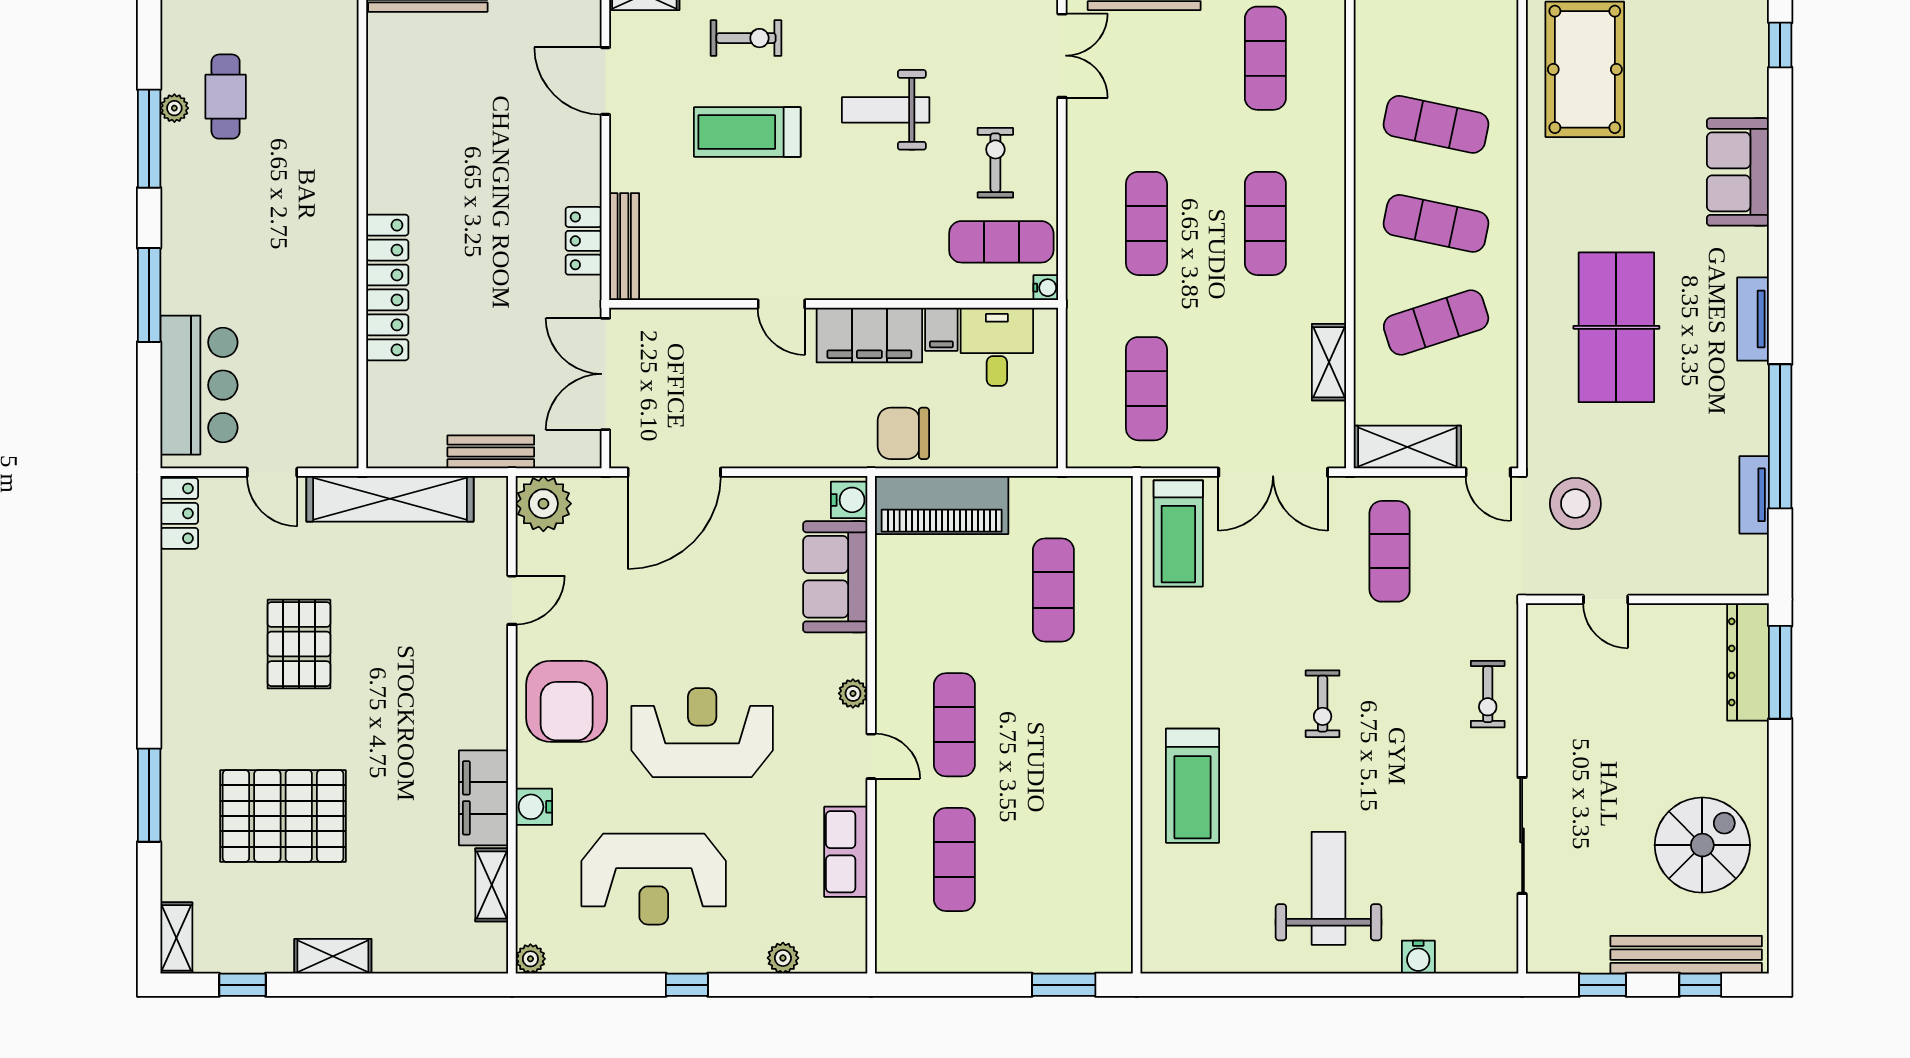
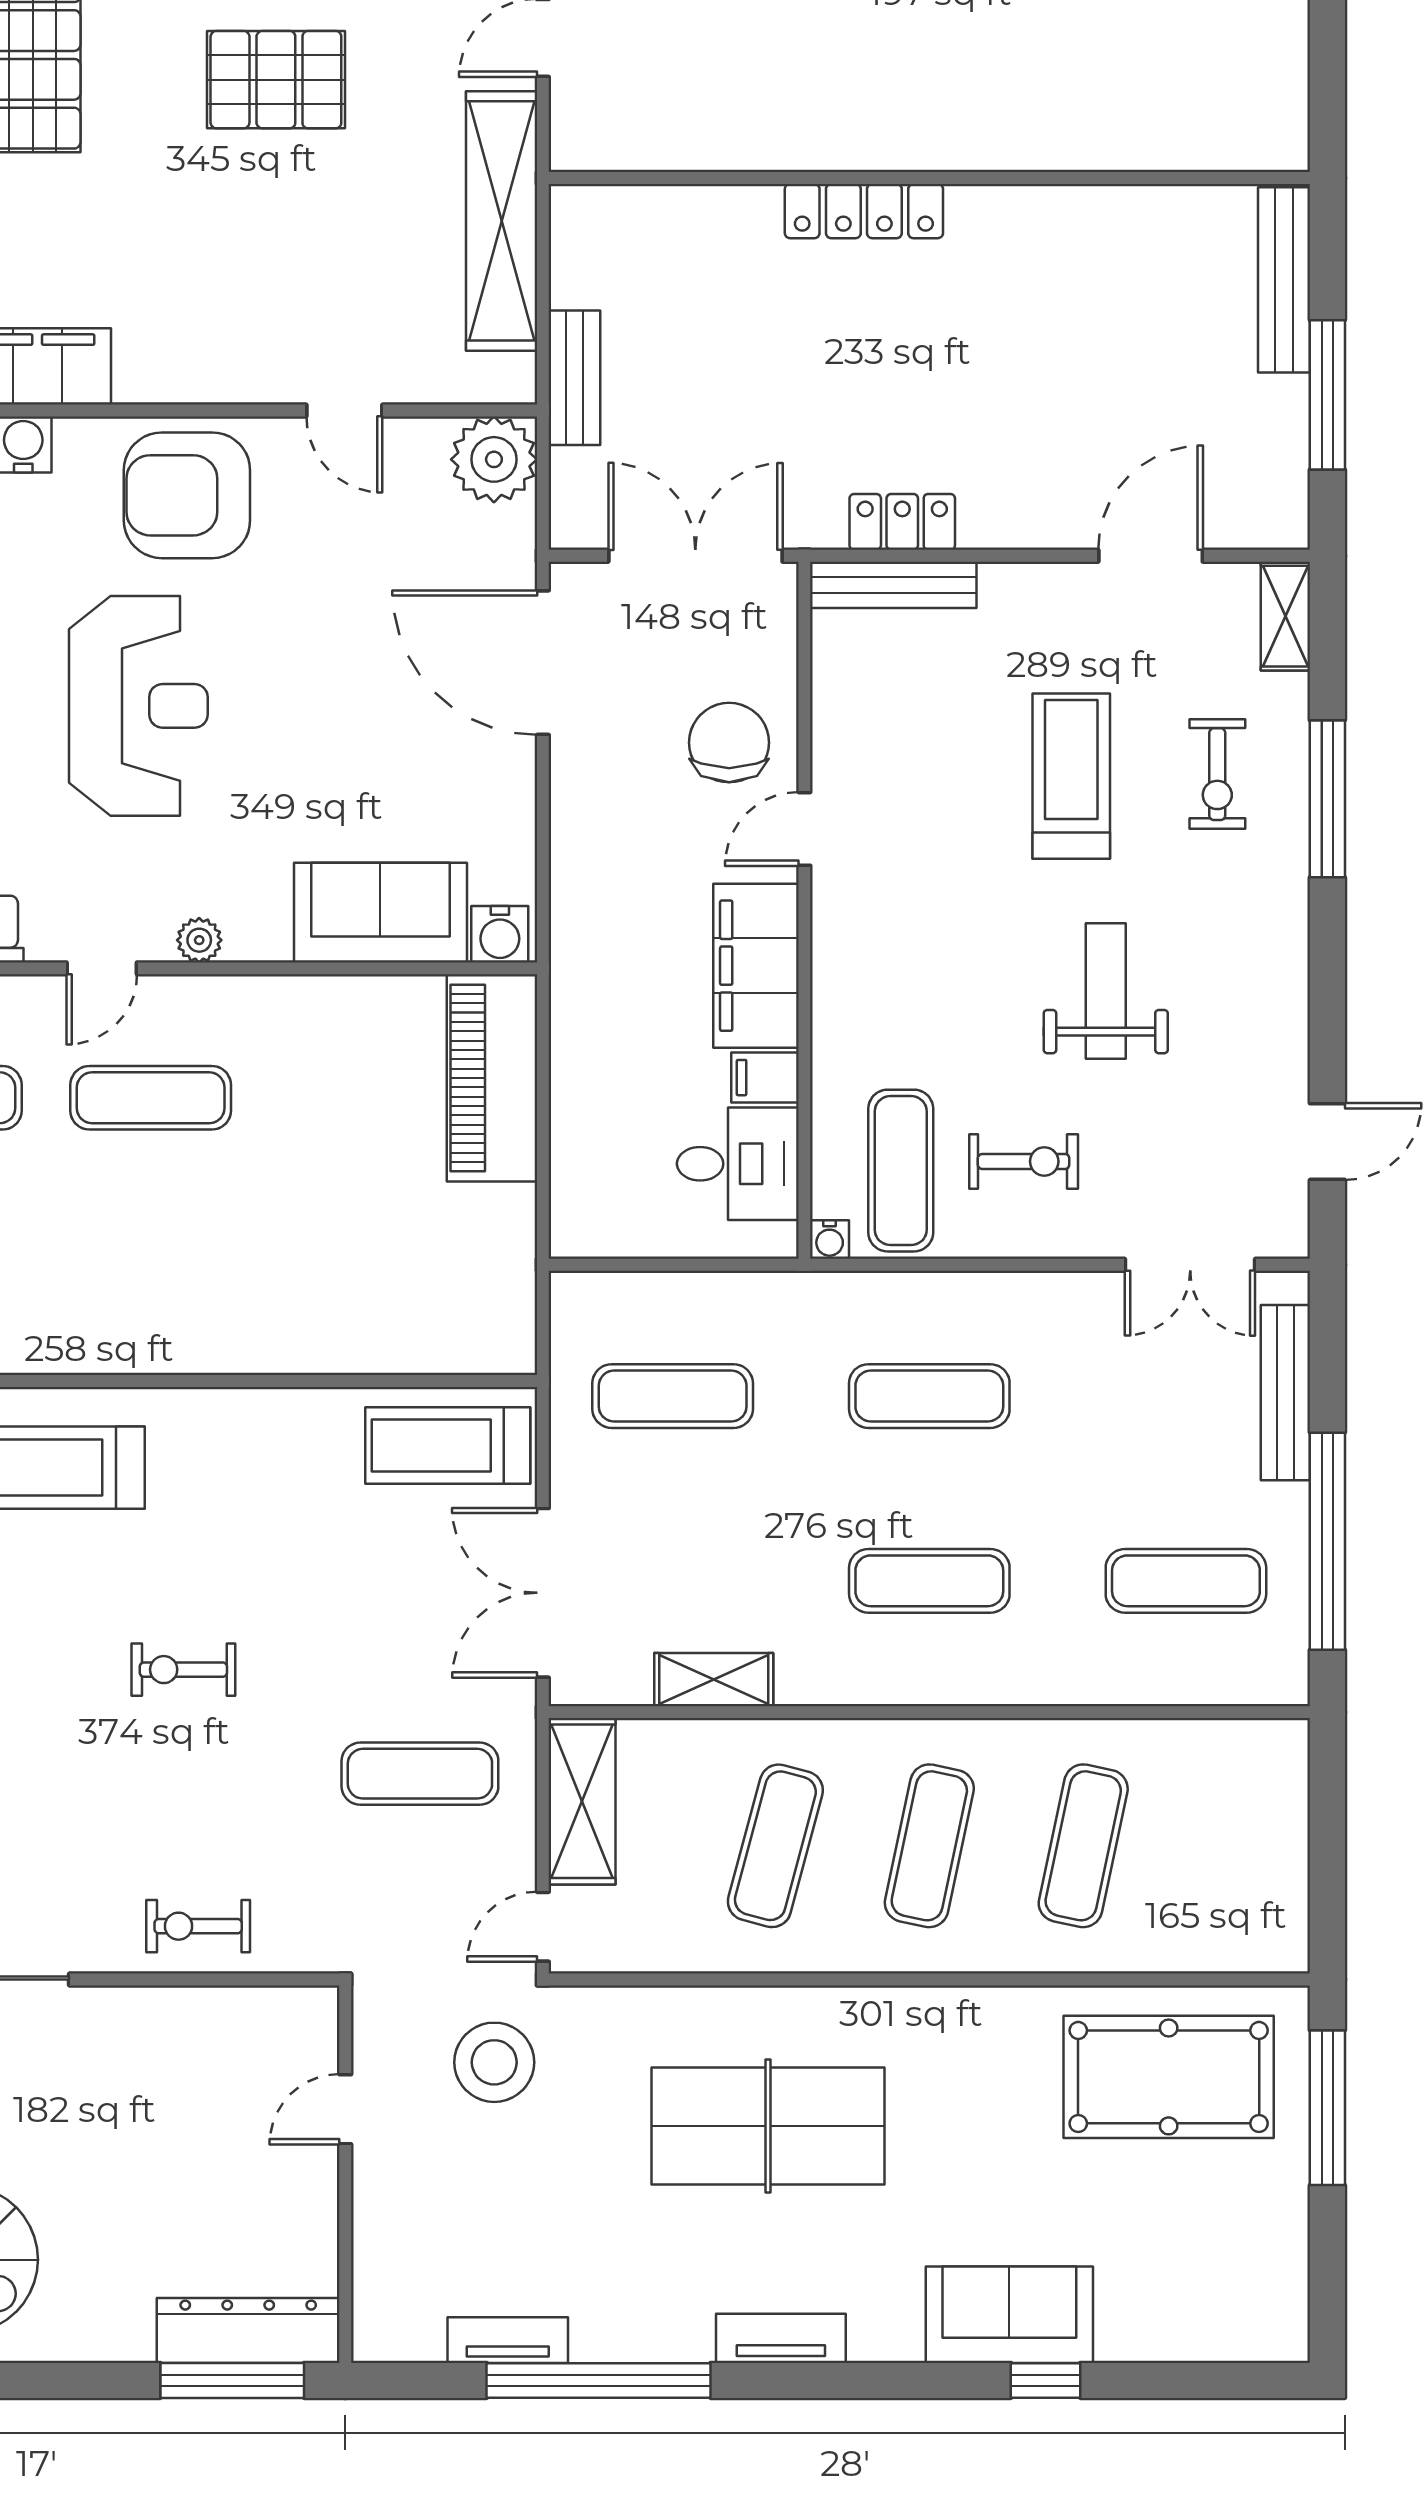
window: (1780, 45) -> (1046, 2380), moved
locker: (387, 287) -> (864, 211), width x0.71, depth x0.83
exercise mat: (1436, 323) -> (775, 1846), turned 33
chair: (903, 433) -> (729, 743), moved
exercise mat: (1053, 590) -> (360, 1252), removed

